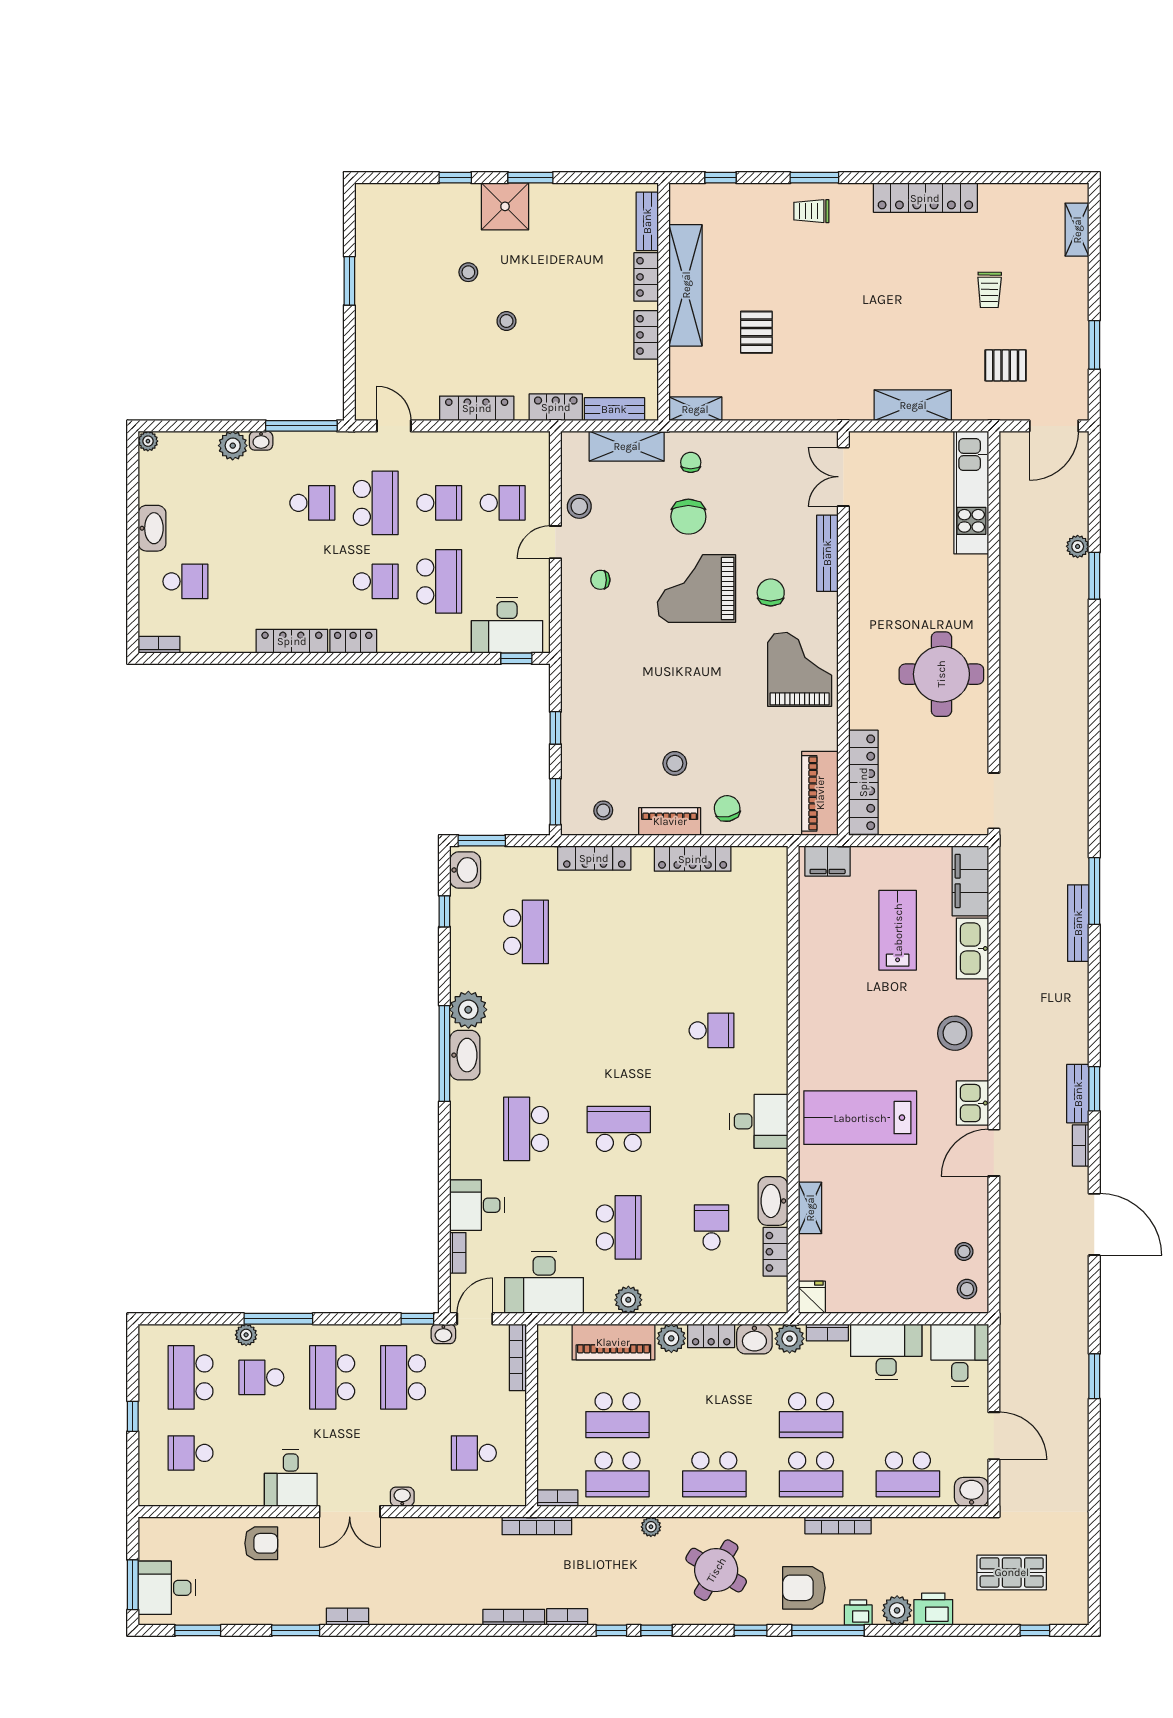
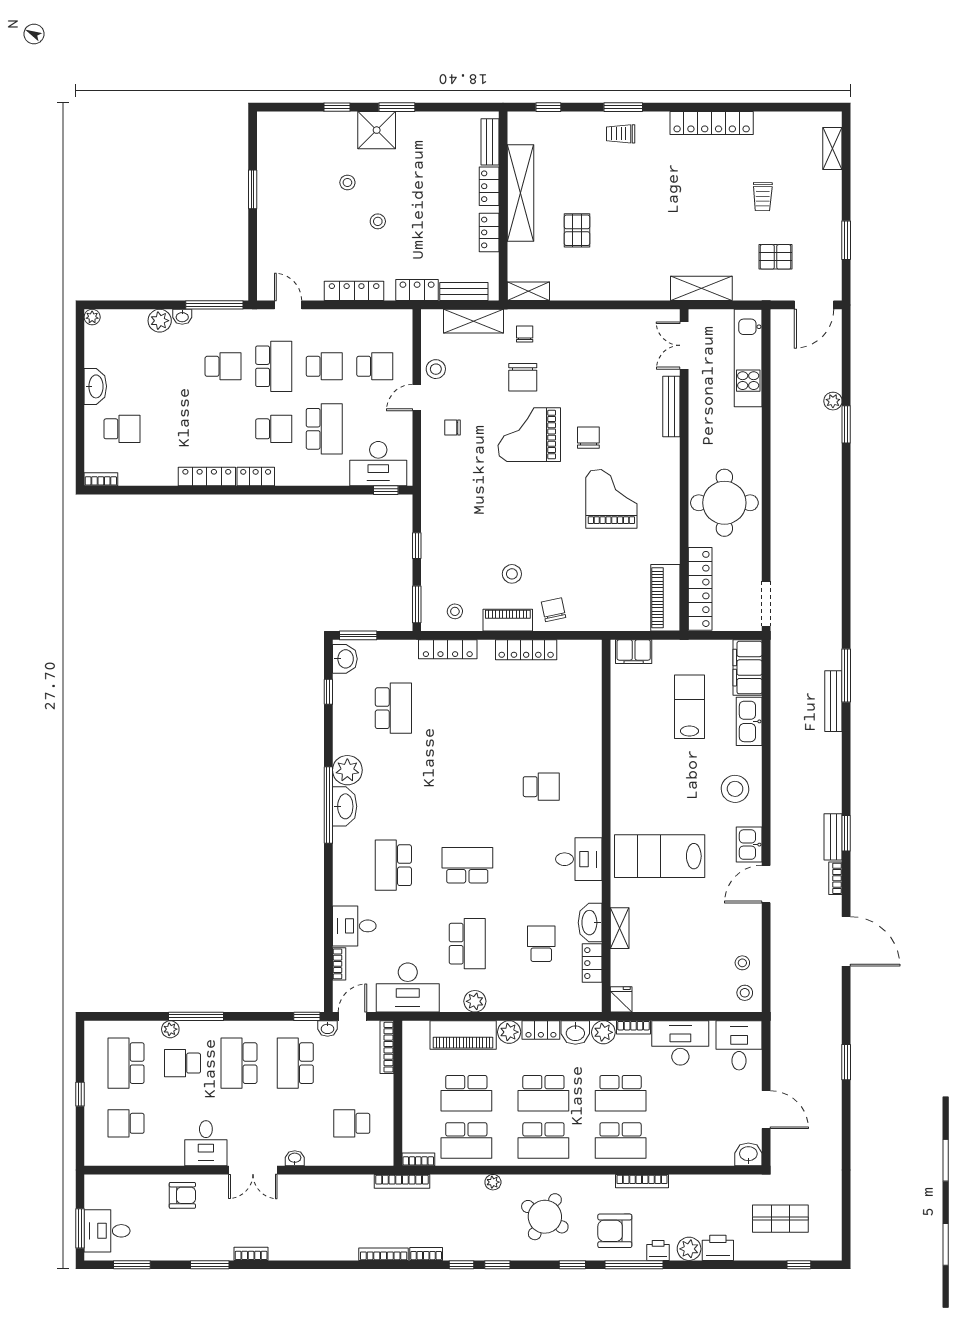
double door: (843, 477) -> (684, 345), moved
bench: (827, 553) -> (671, 406), moved
wall: (843, 633) -> (684, 470), moved
locker: (863, 782) -> (700, 589), moved
piano: (820, 793) -> (665, 598), moved
school desk: (908, 1474) -> (543, 1093), moved

